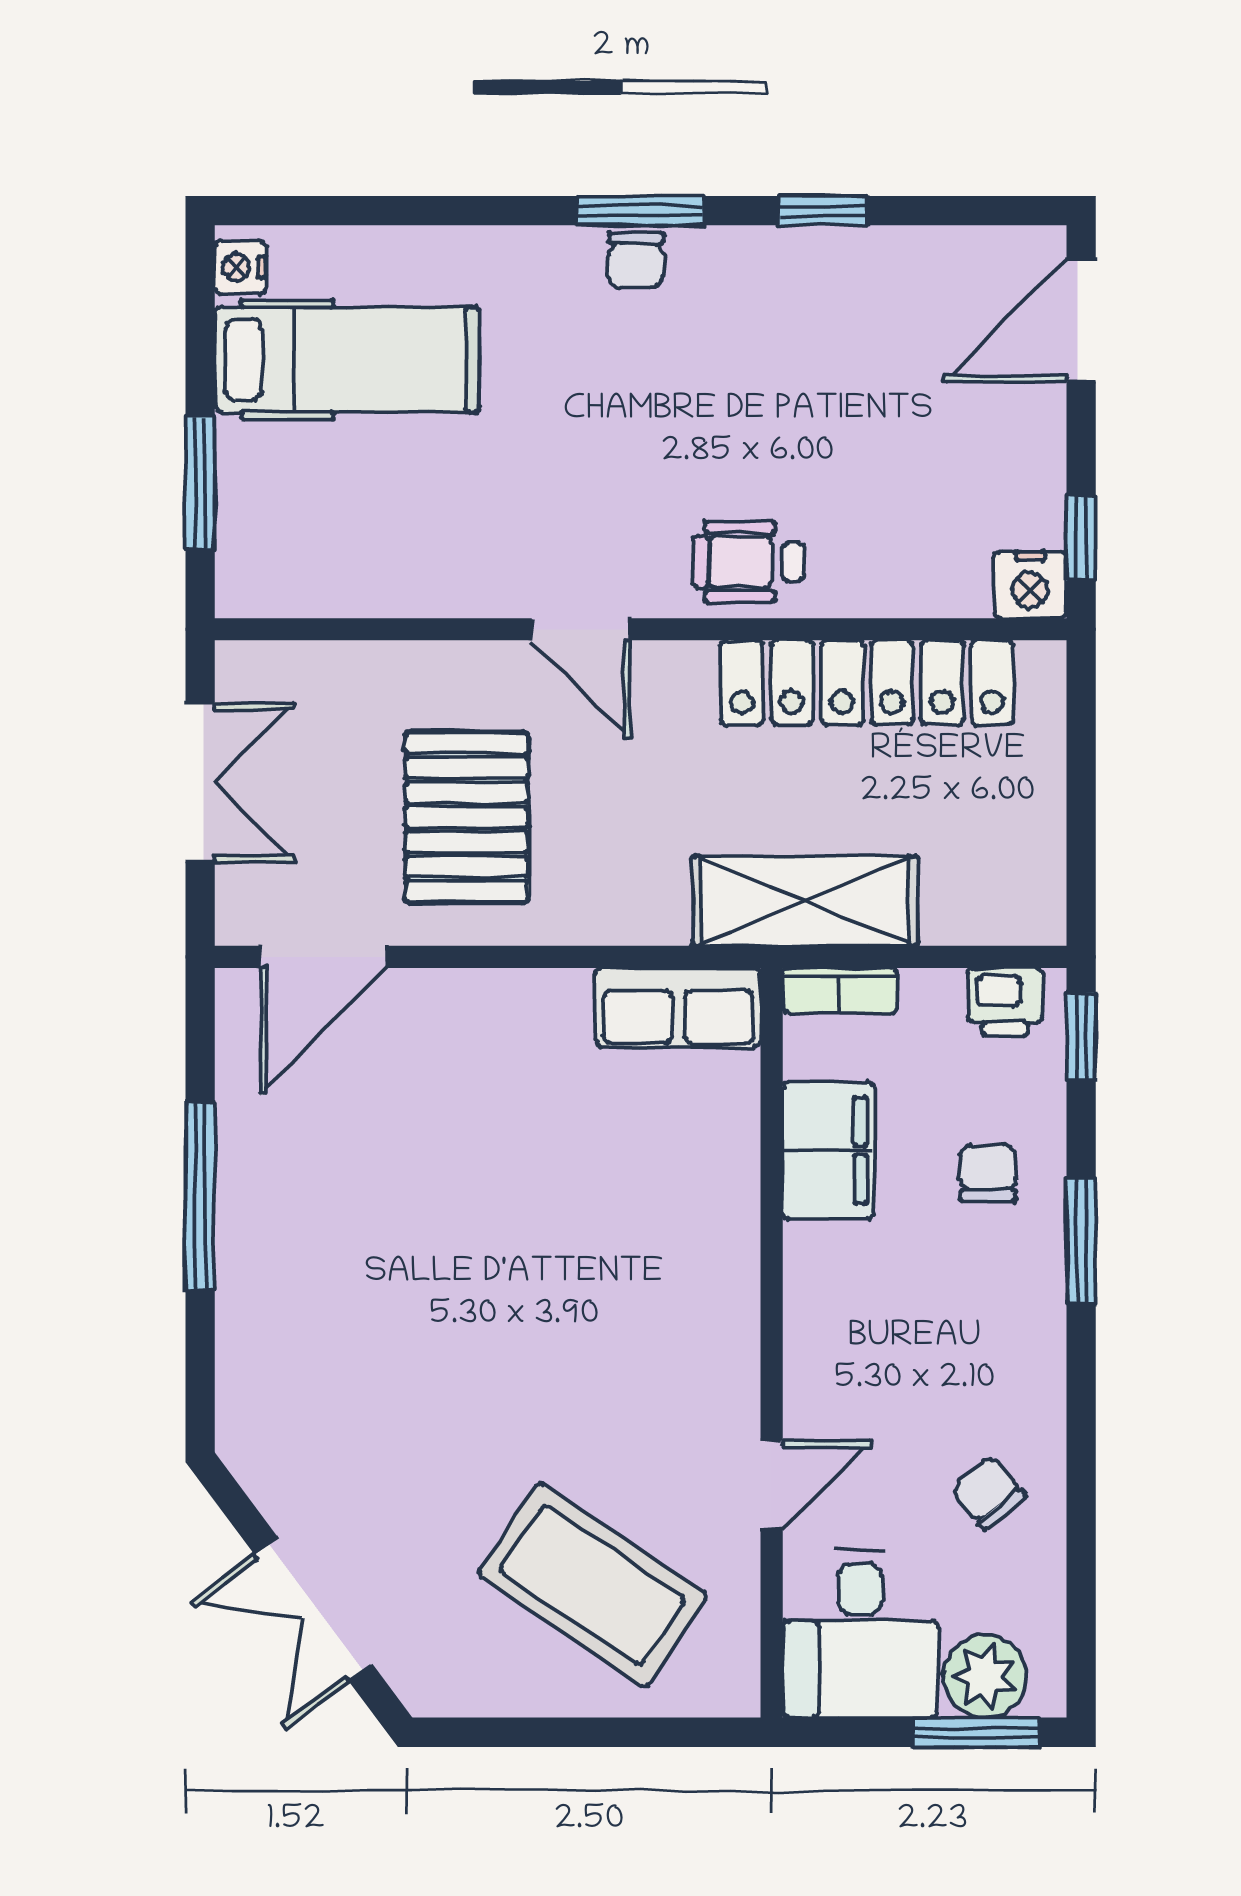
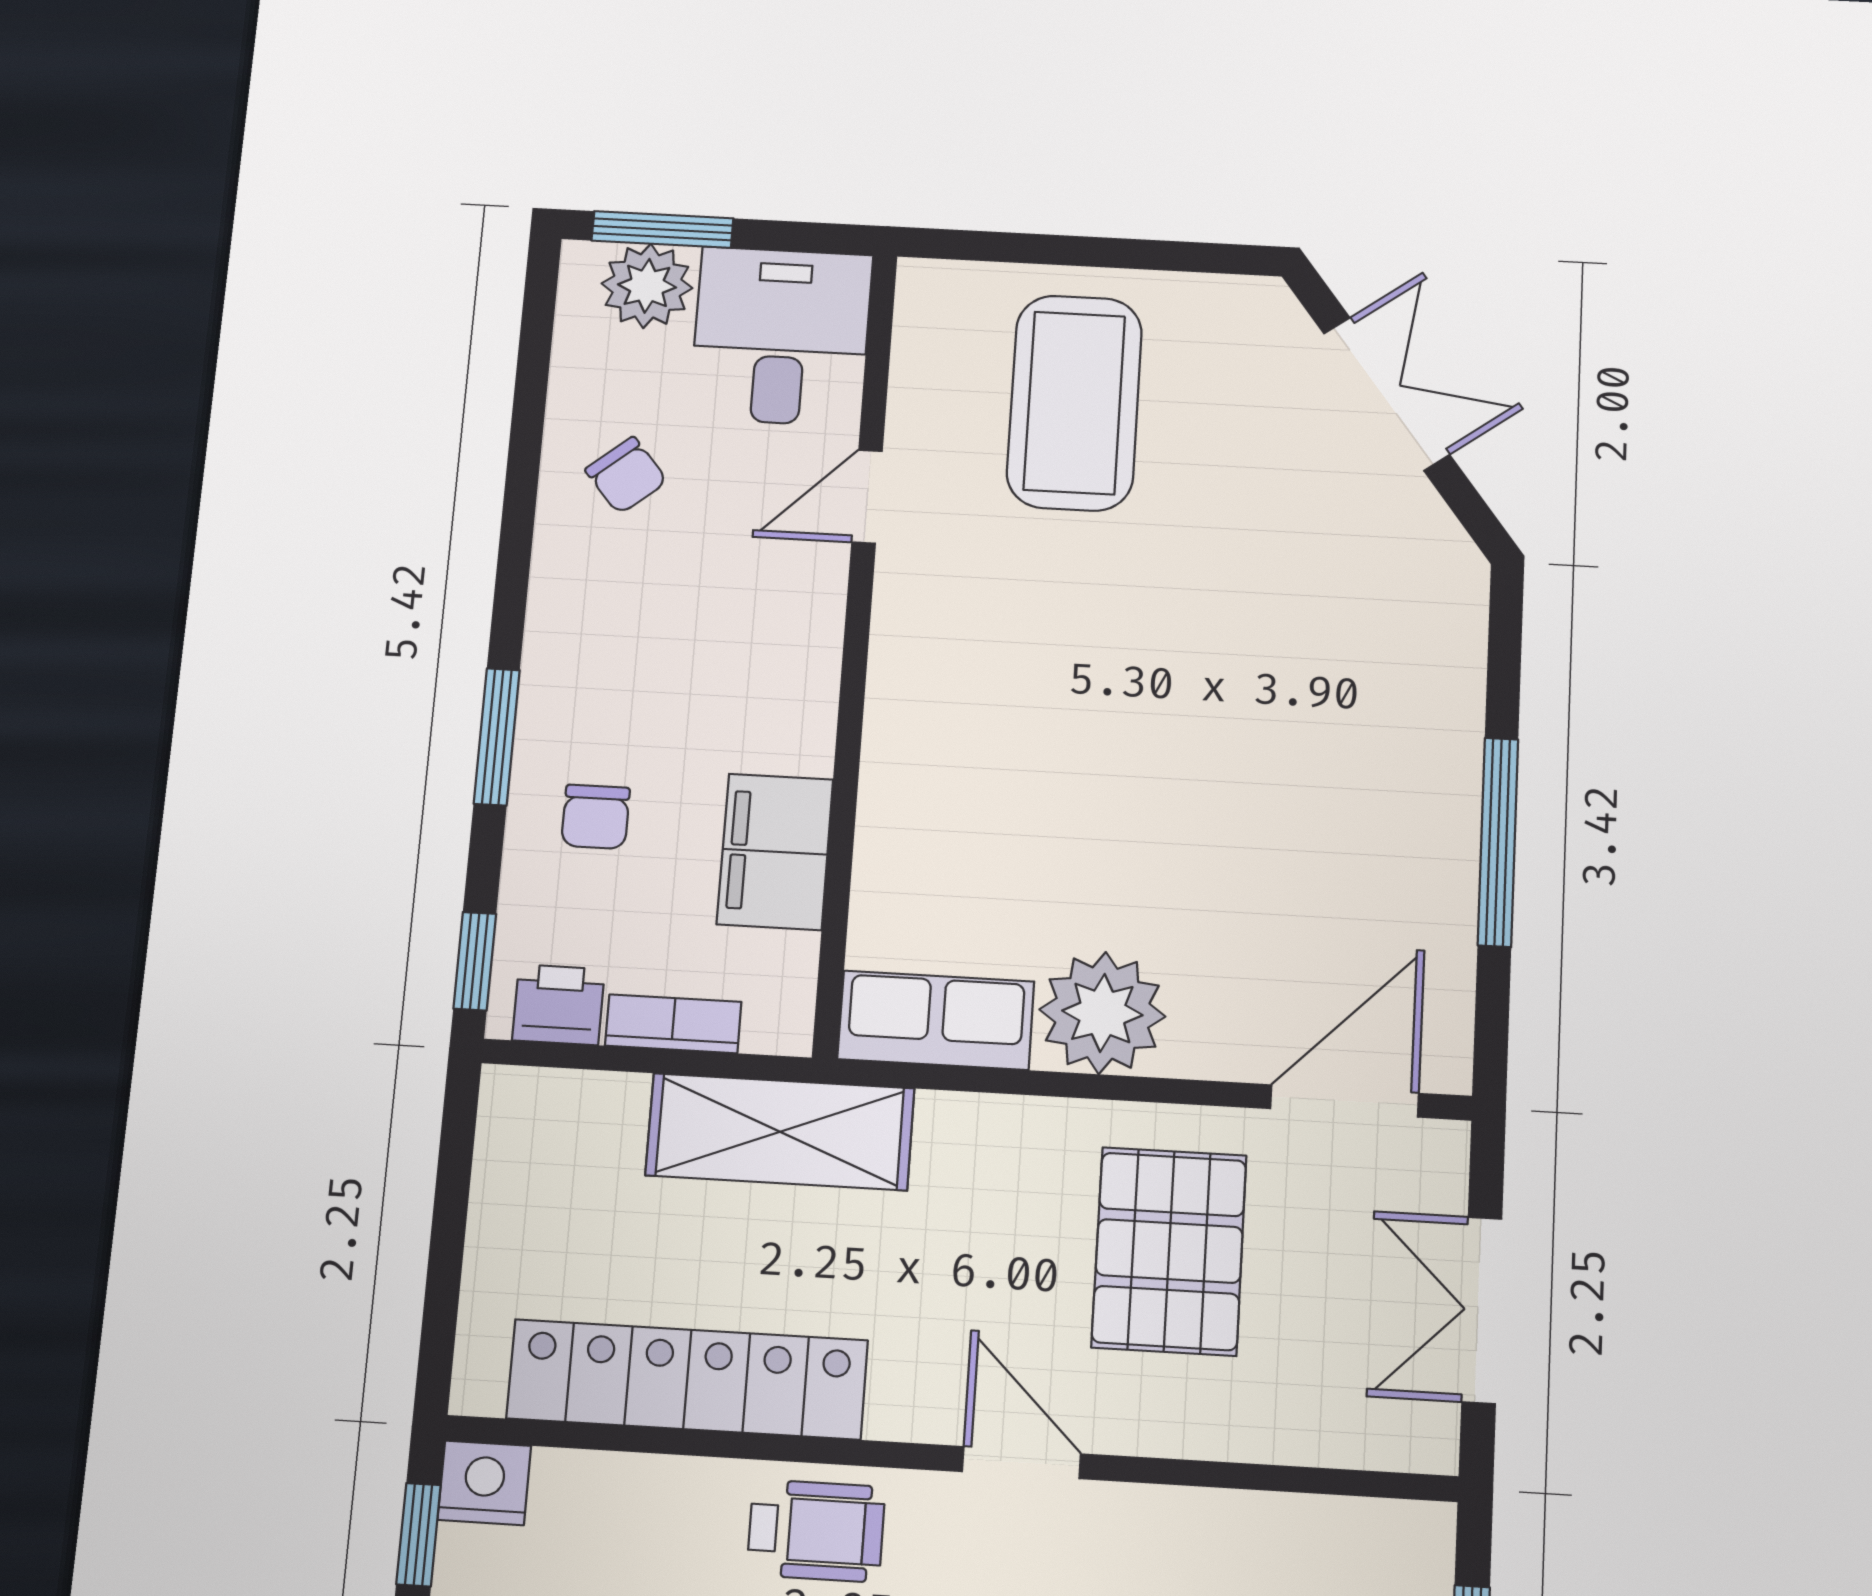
bookcase: (840, 991) -> (673, 1024), moved
plant: (535, 1022) -> (1102, 1013), added
coffee table: (592, 1585) -> (1074, 403), turned 56

